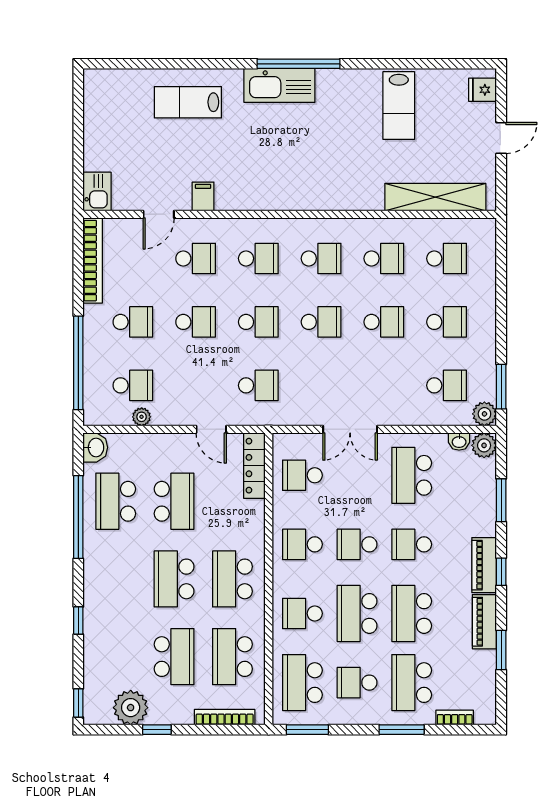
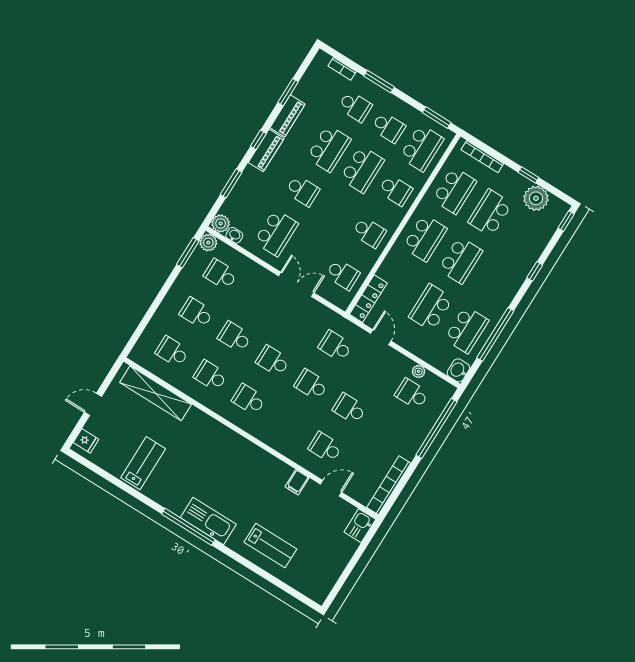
school desk: (258, 258) -> (287, 423), removed
school desk: (133, 322) -> (388, 433), removed
school desk: (357, 544) -> (336, 211), removed
school desk: (412, 683) -> (355, 106), width x0.54

